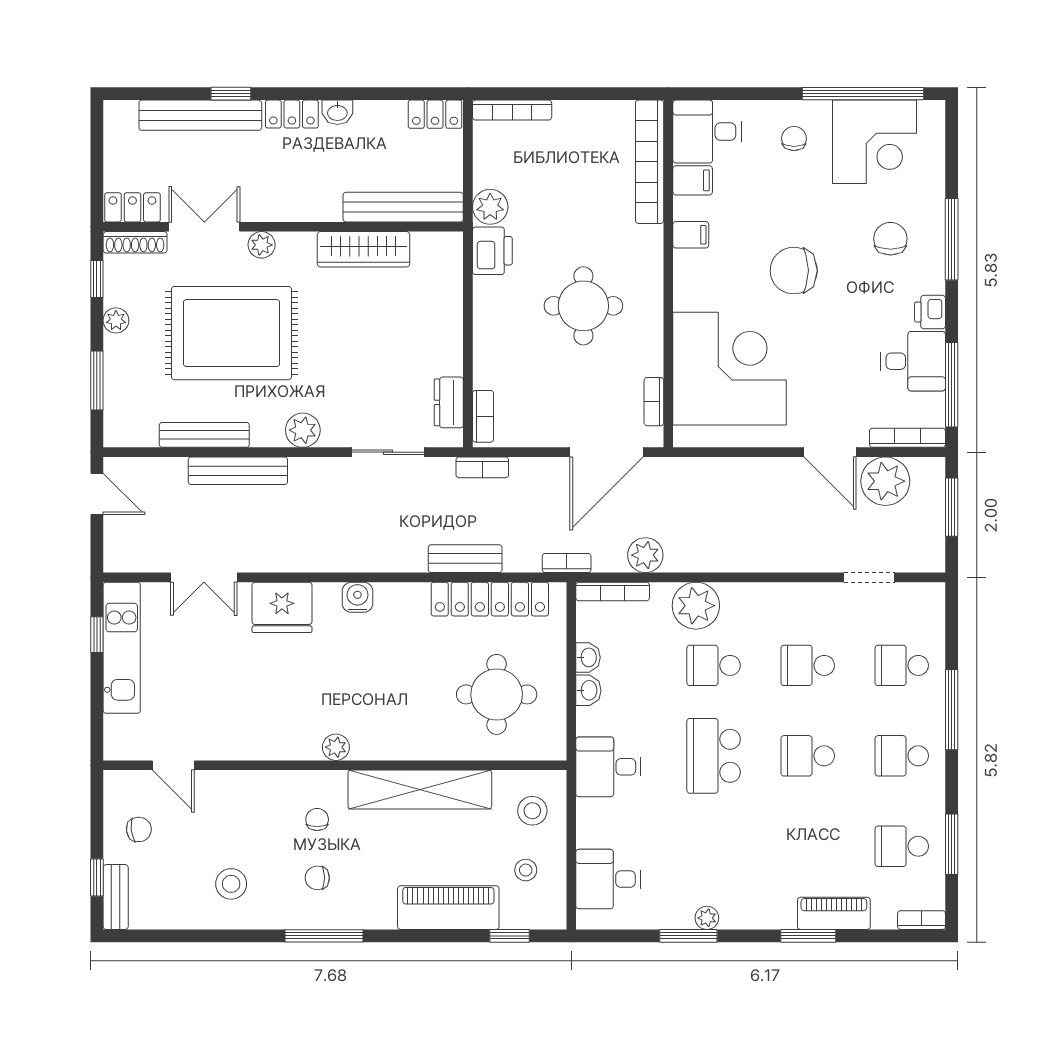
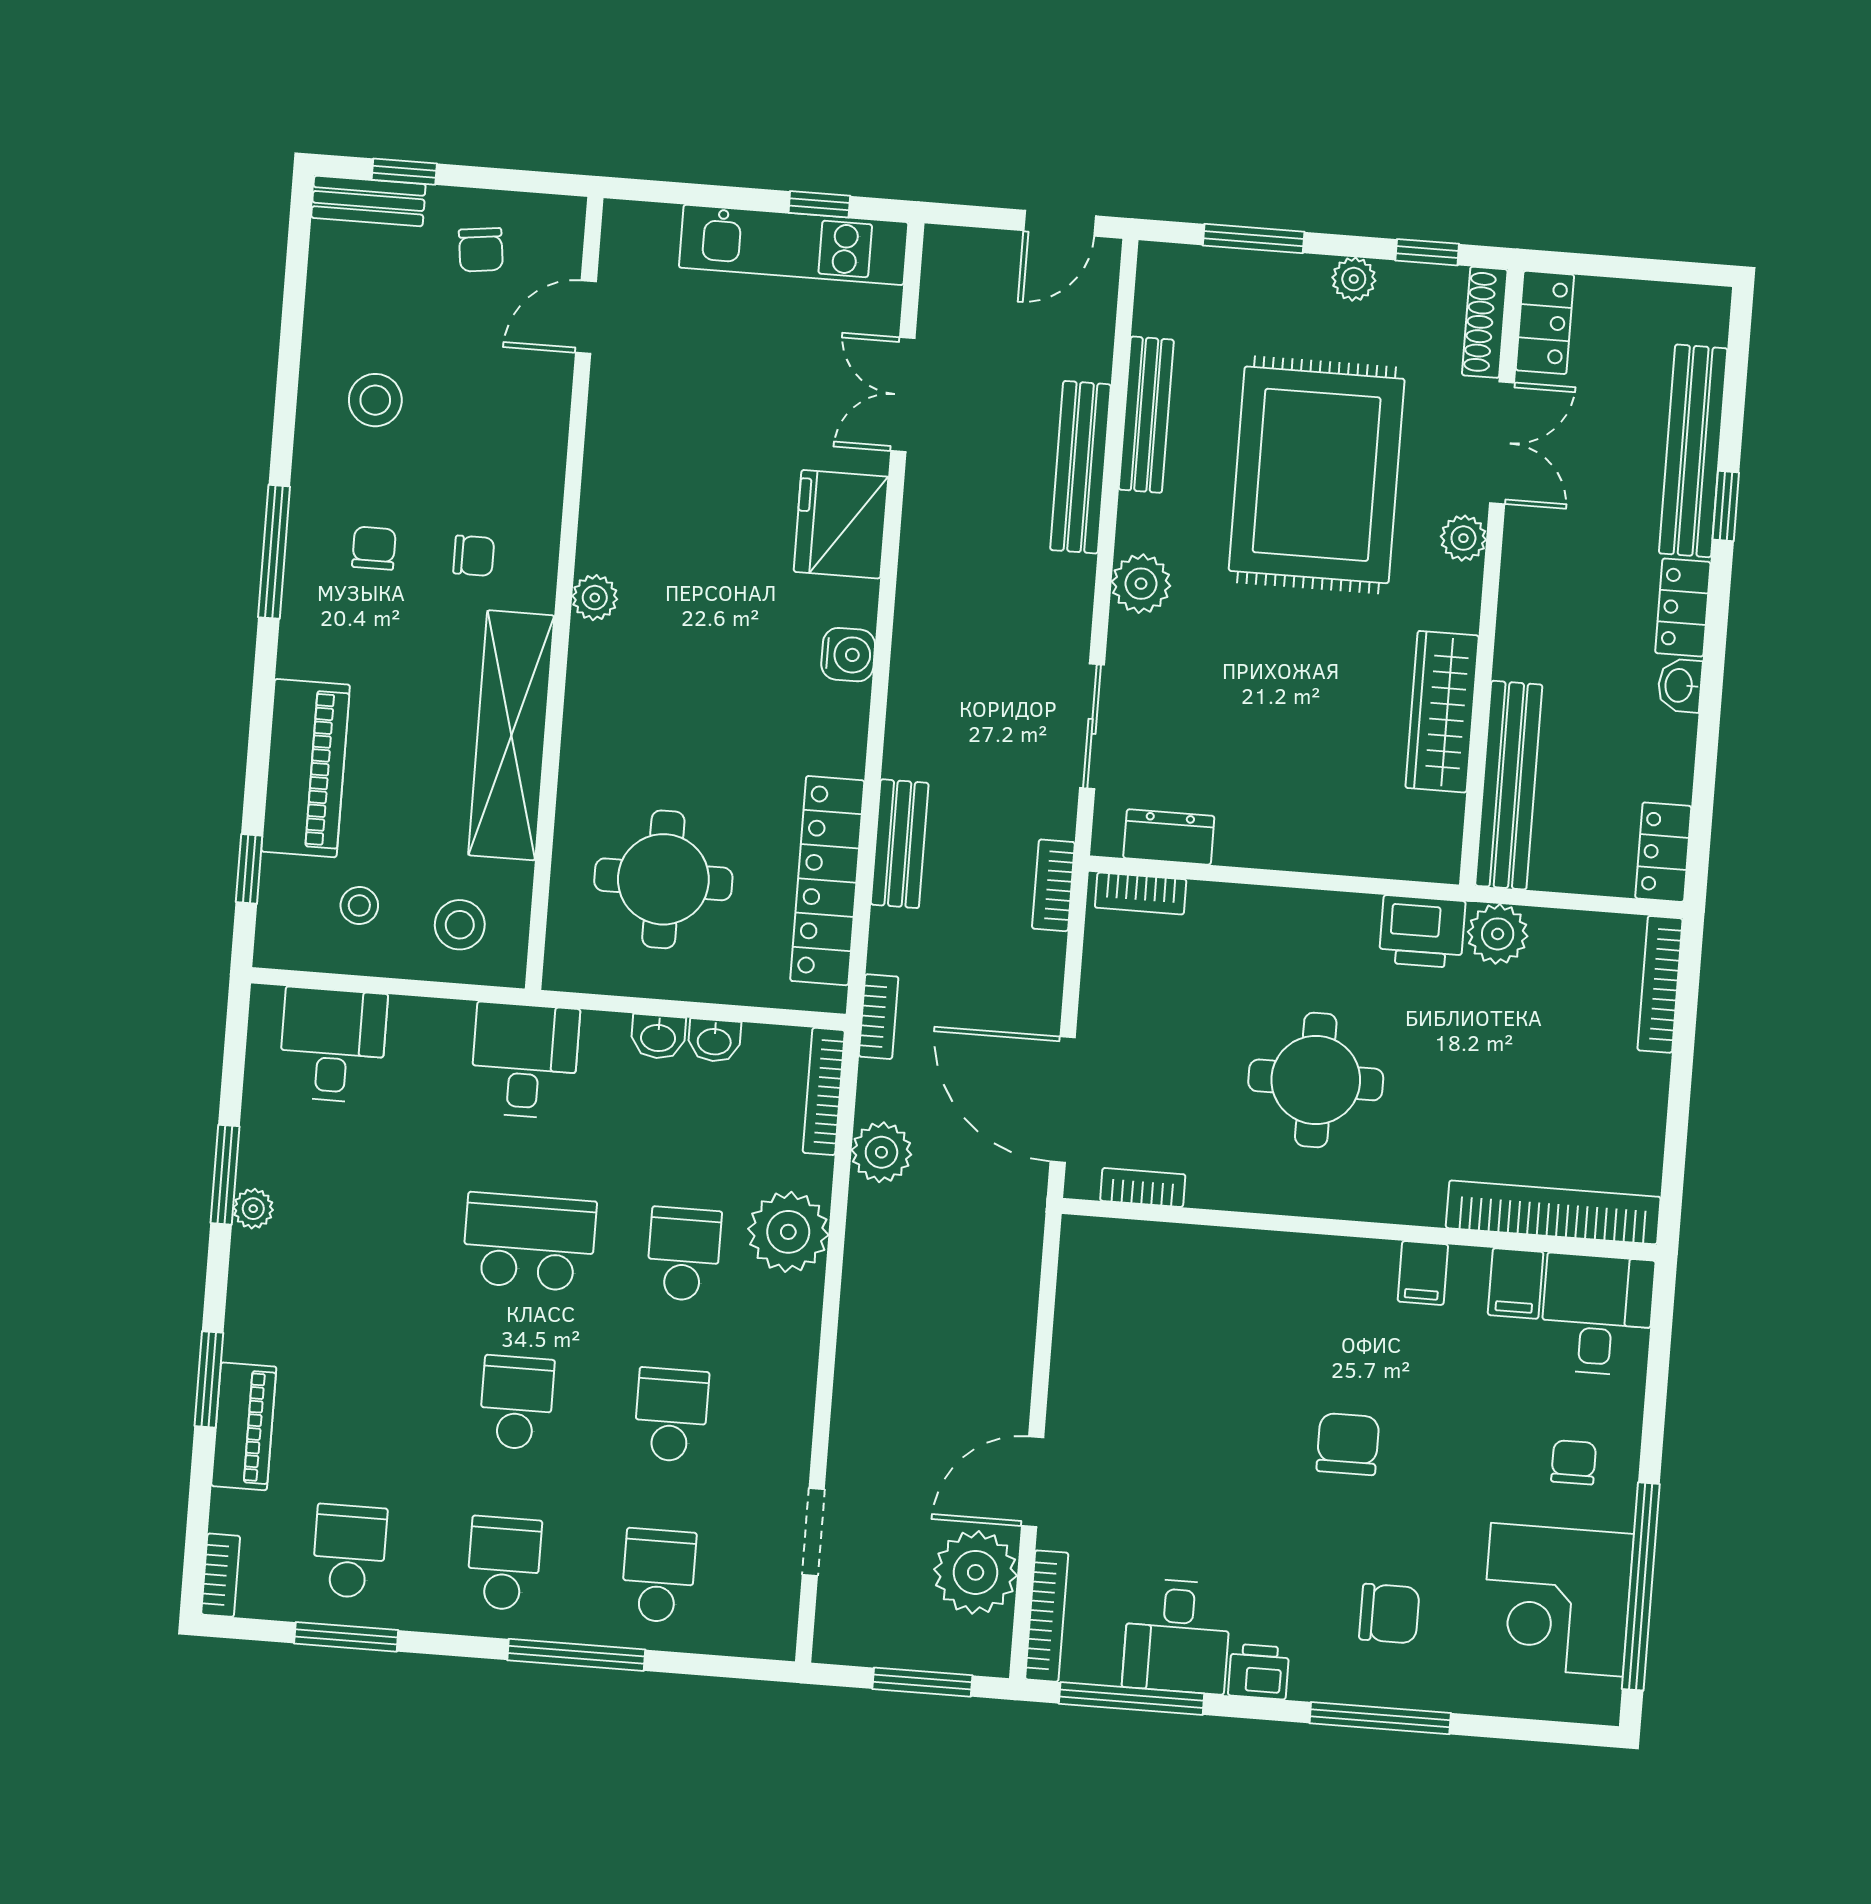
chair: (794, 138) -> (1574, 1462), turned -90
chair: (794, 271) -> (1348, 1444), width x0.73, depth x0.73
corner desk: (730, 369) -> (1189, 1321), removed

